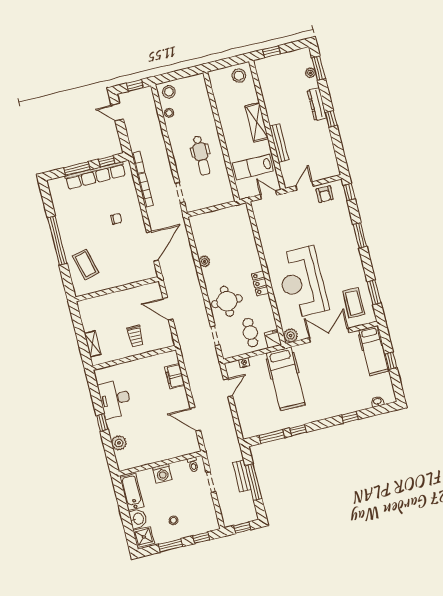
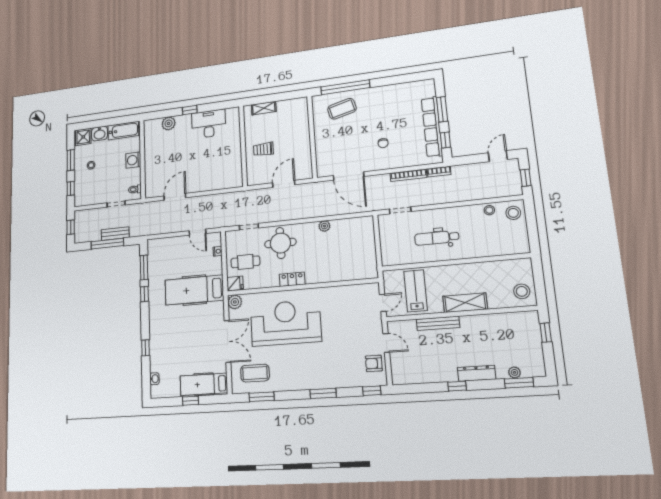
window: (57, 240) -> (345, 87), moved
filing cabinet: (175, 376) -> (218, 182), removed

